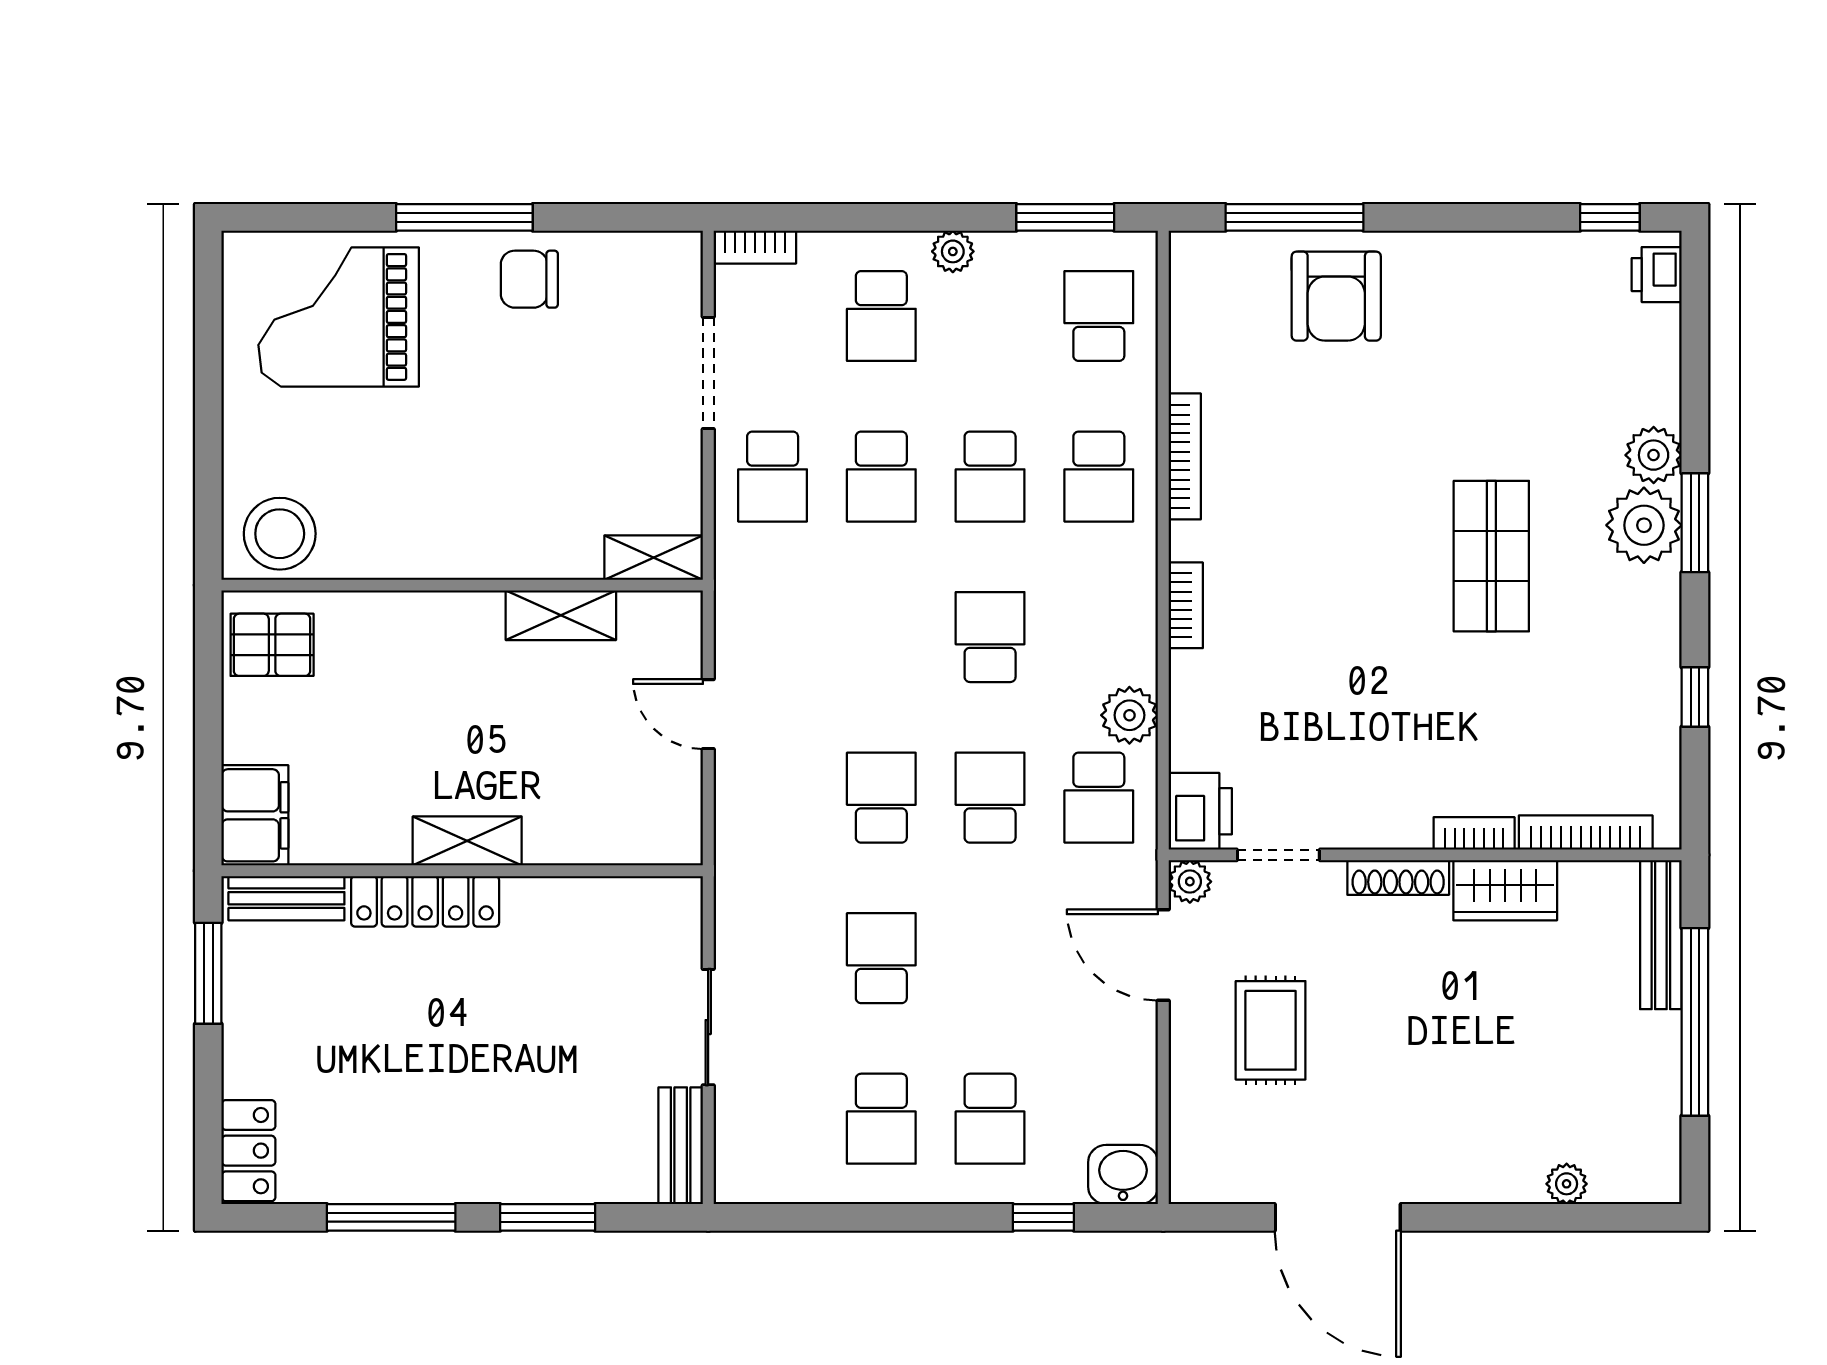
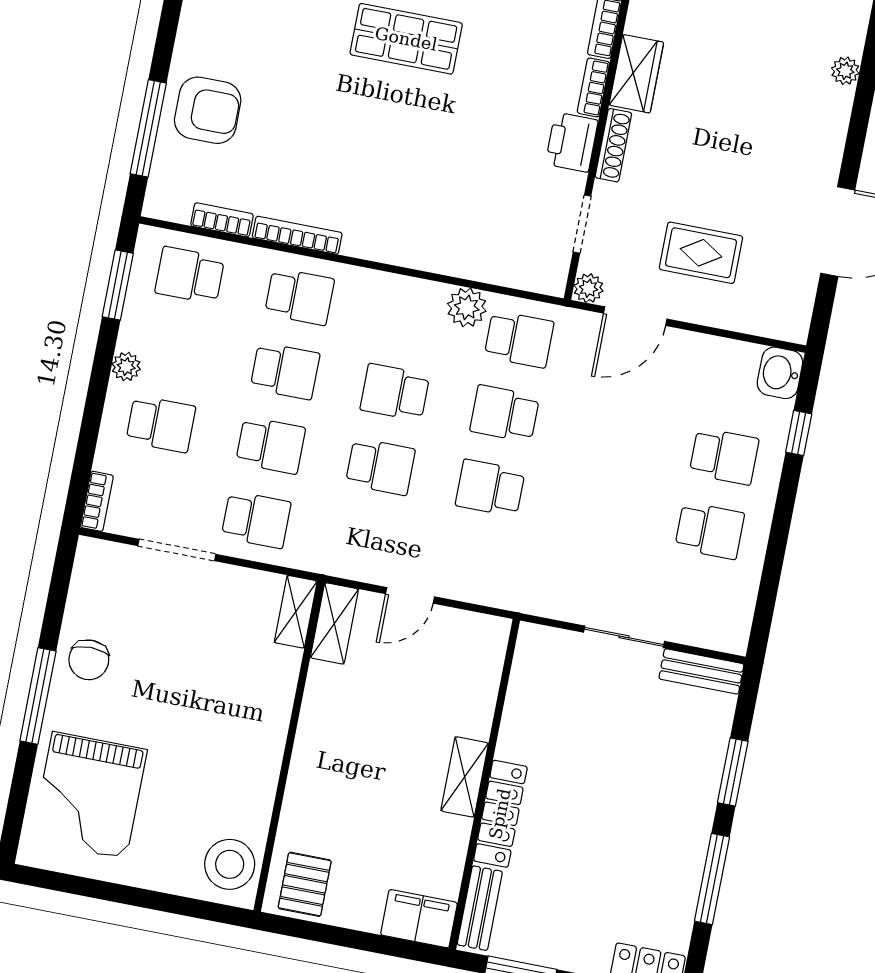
bookcase: (1186, 605) -> (222, 220), moved
shelving: (561, 615) -> (334, 623), moved
printer: (1200, 811) -> (572, 142), moved, turned -90
school desk: (881, 958) -> (380, 467), moved, turned 180

